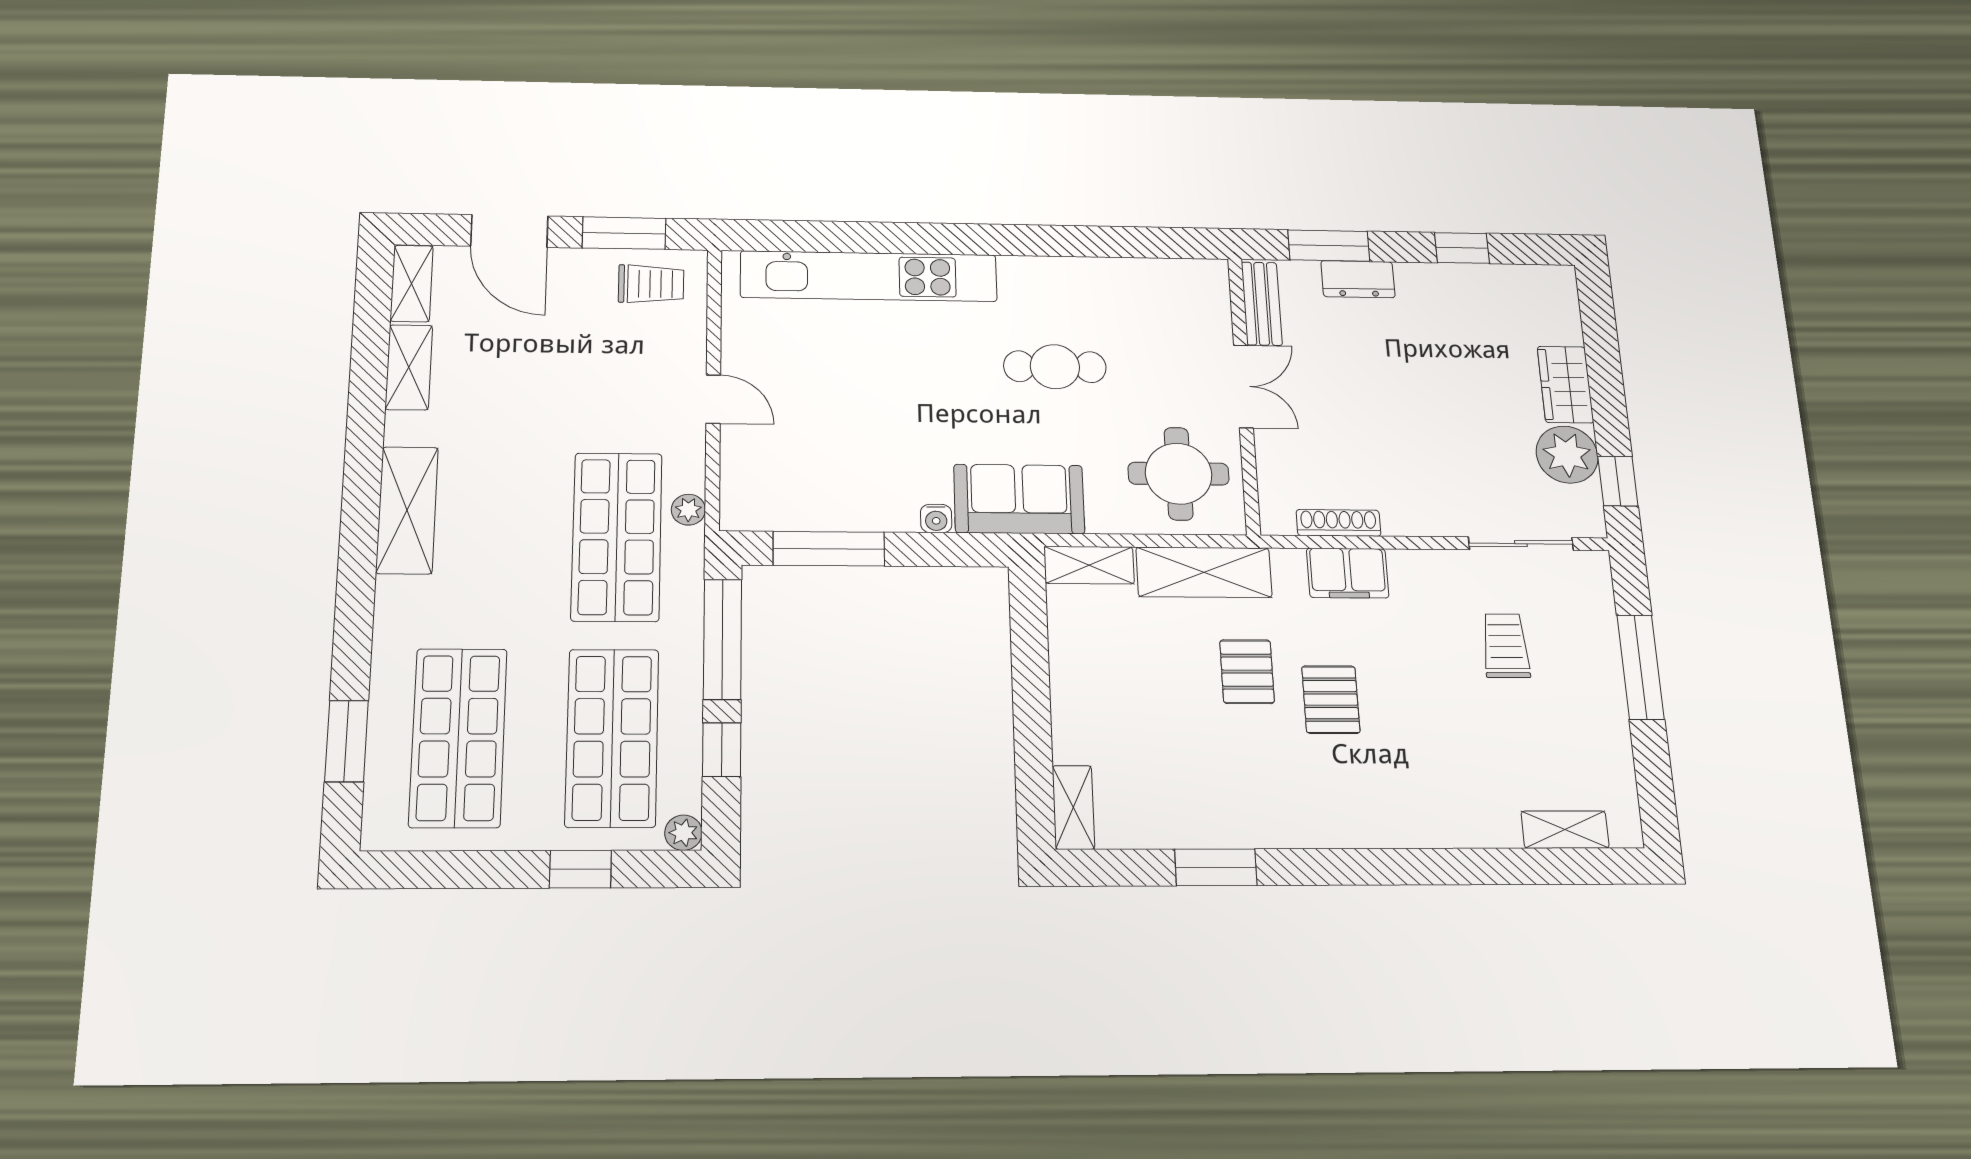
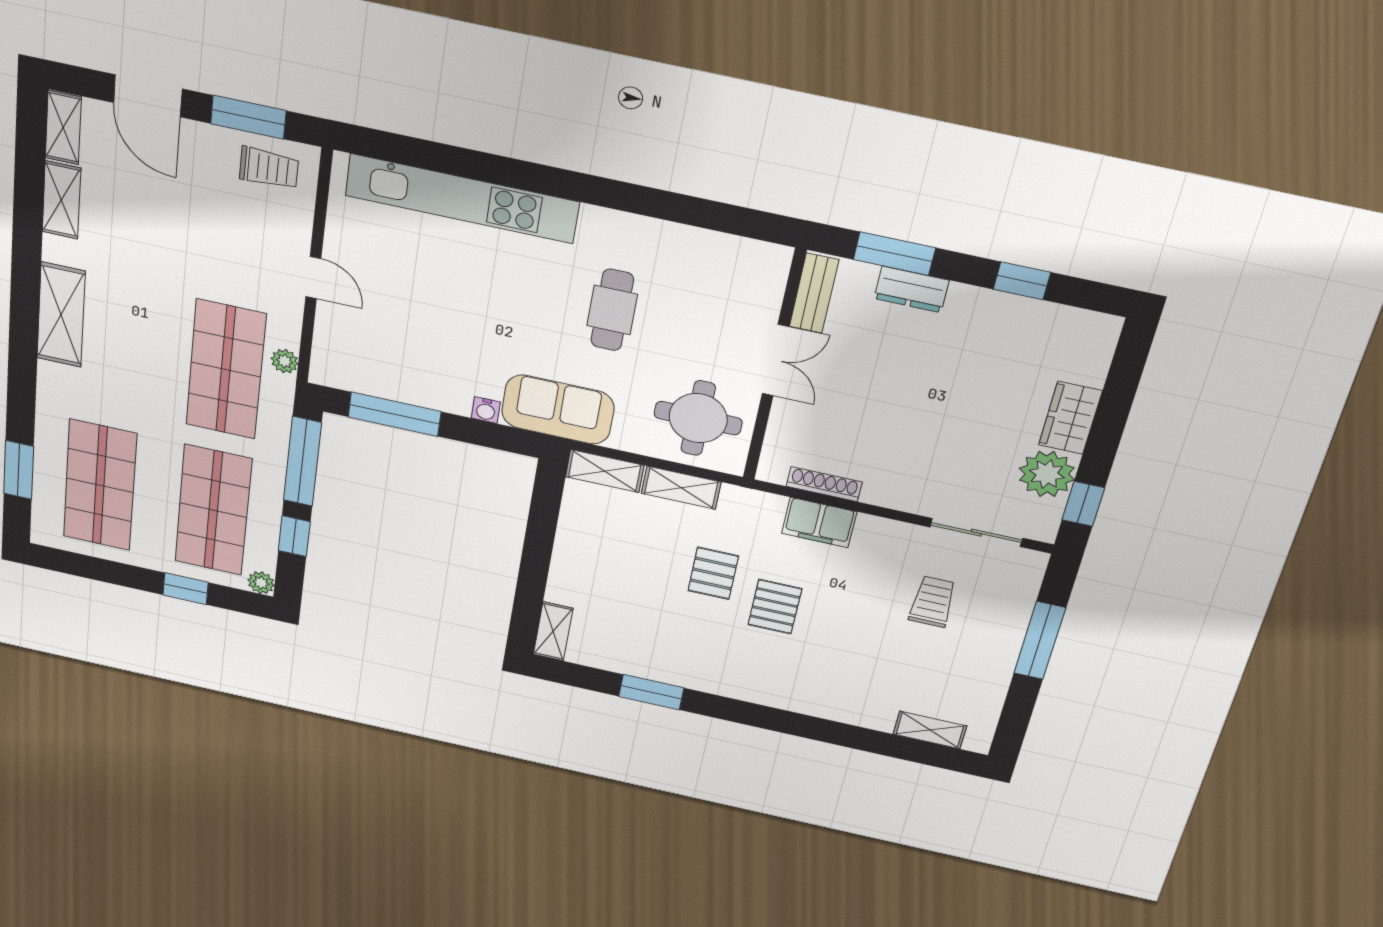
cafe table: (1055, 367) -> (612, 310), turned 90
shelving: (1204, 572) -> (681, 488), width x0.67, depth x0.75

